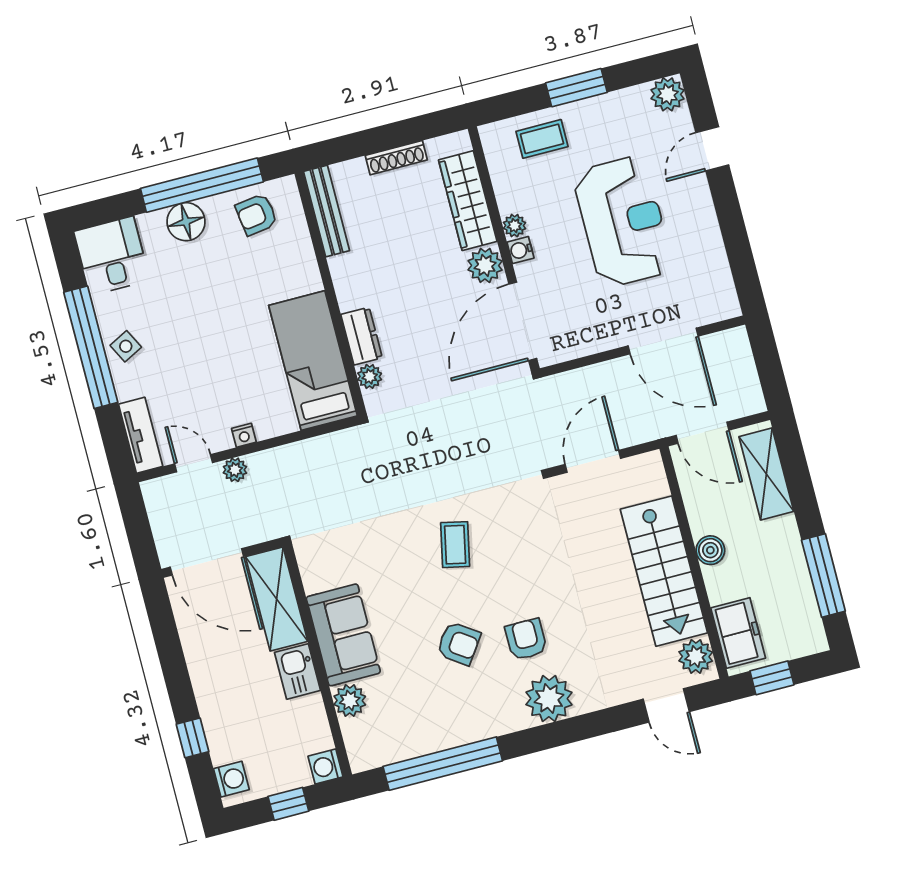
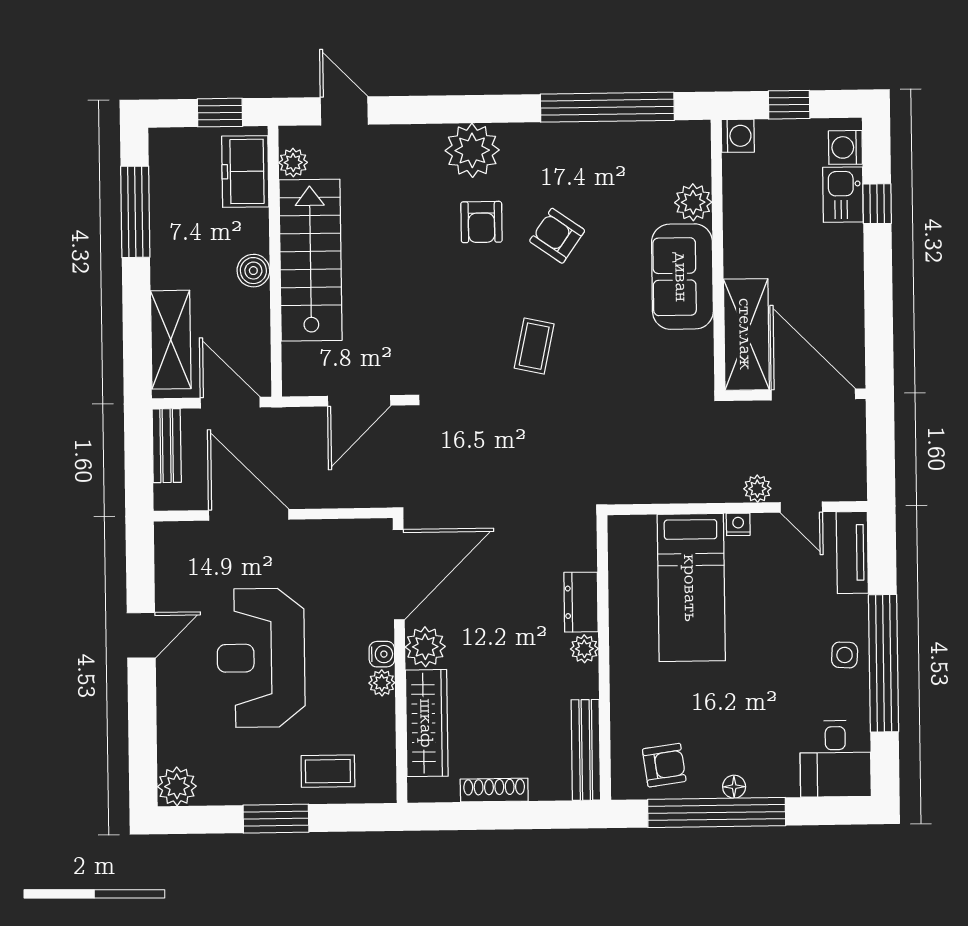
door: (712, 149) -> (141, 635), moved
floor lamp: (186, 222) -> (734, 787), width x0.53, depth x0.53
side table: (126, 346) -> (845, 655), turned 30
bed: (313, 361) -> (691, 588), moved
plant: (370, 376) -> (584, 649), moved
bench: (748, 383) -> (167, 446), added
plant: (696, 656) -> (293, 162), width x0.73, depth x0.73
kitchen sink: (298, 671) -> (843, 195), moved, turned 180

